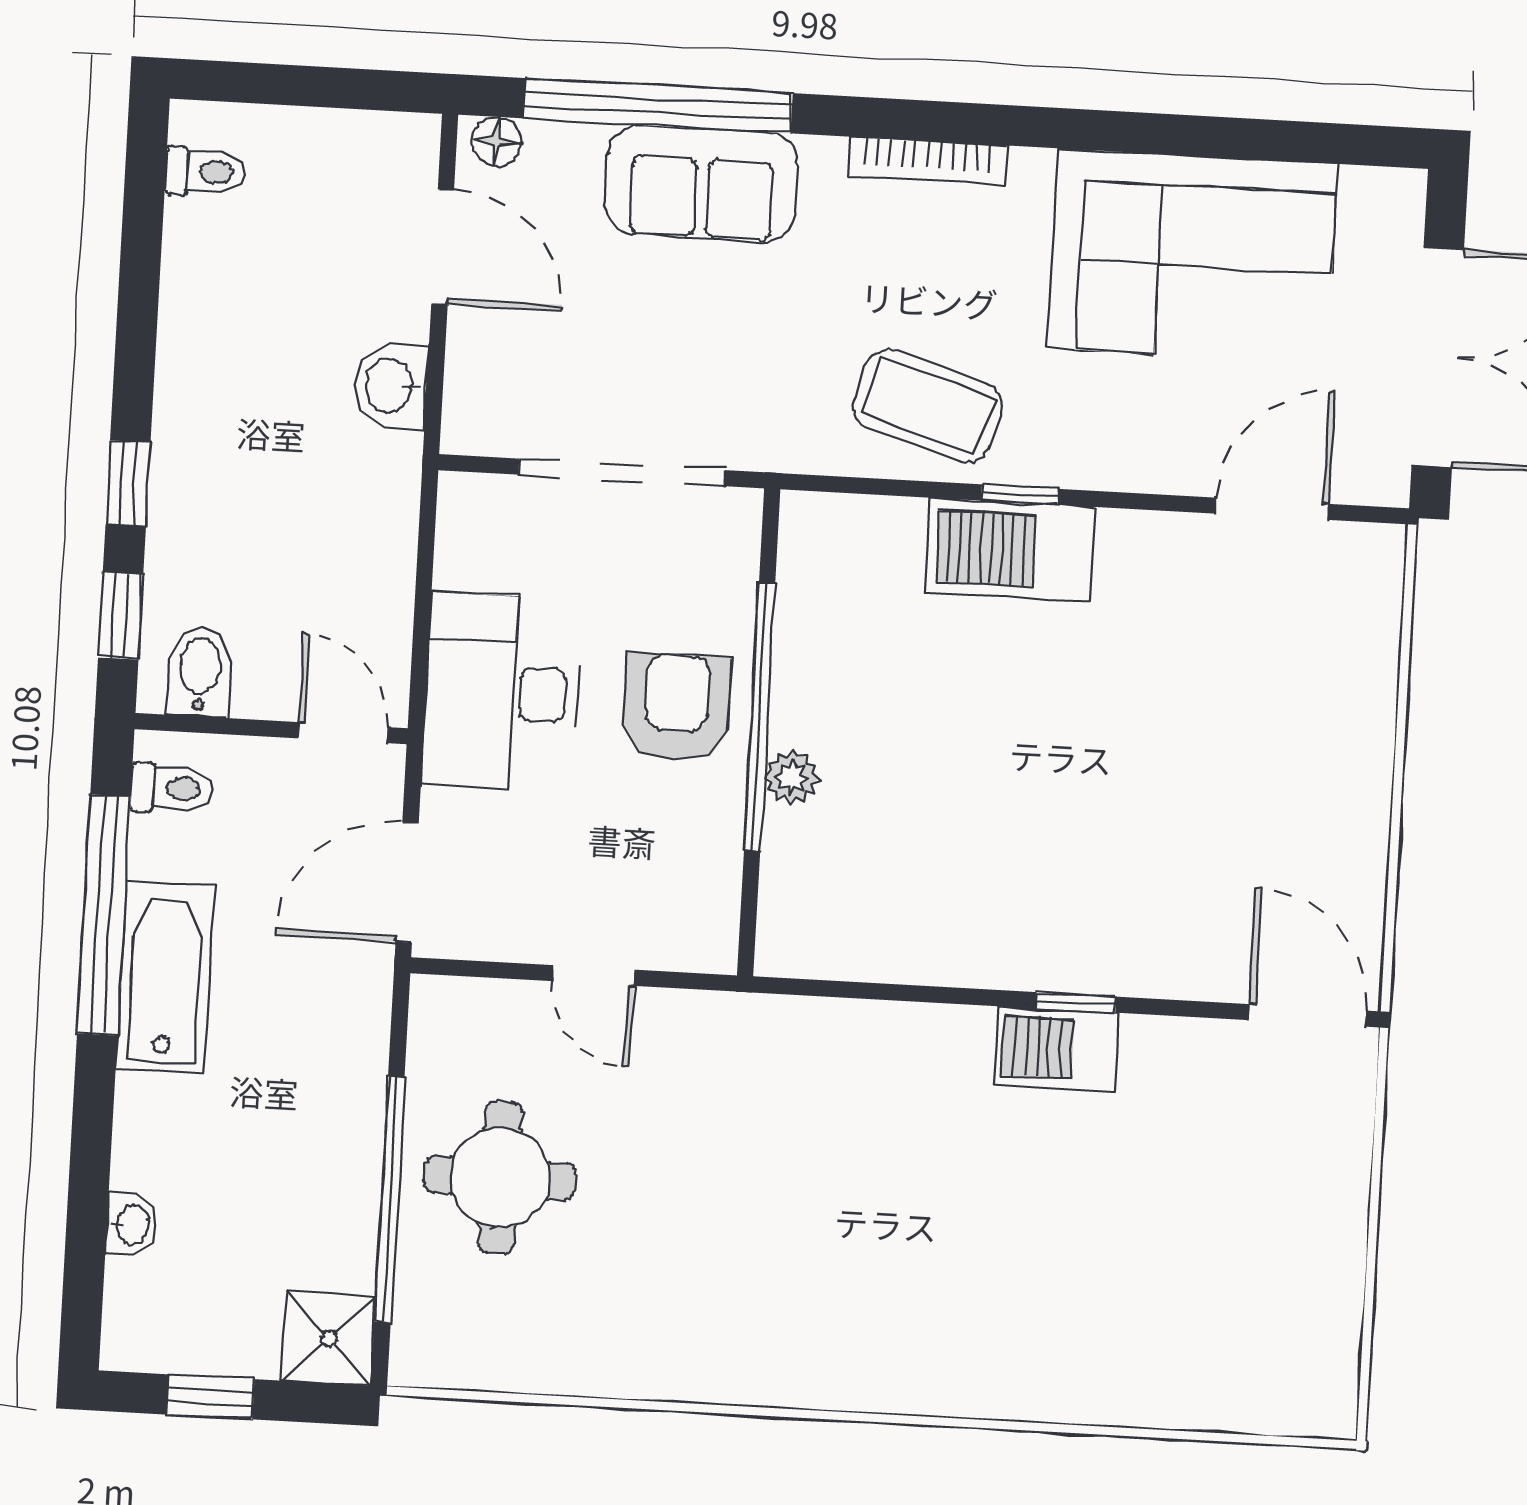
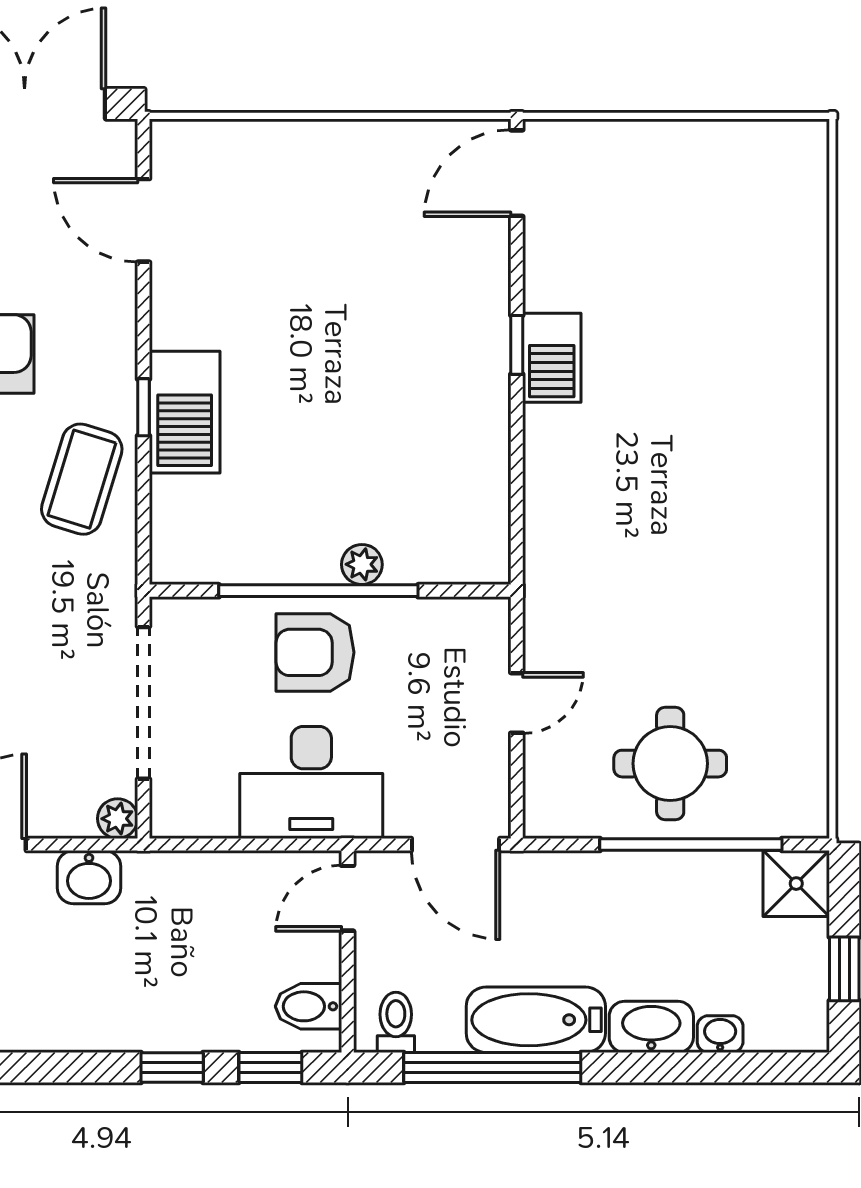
plant: (468, 429) -> (118, 819), added
washbasin: (147, 1132) -> (651, 1027), added

